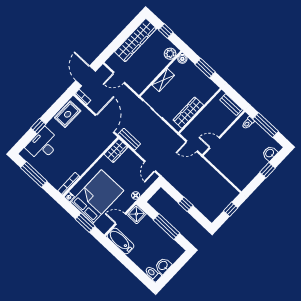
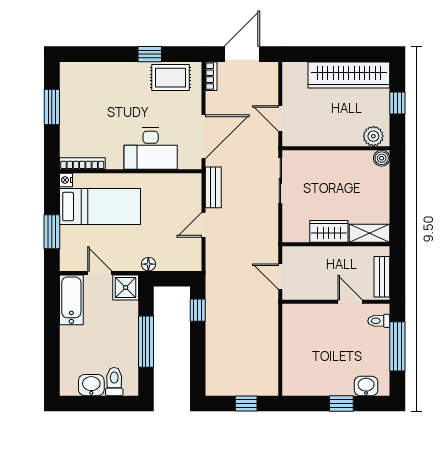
window: (205, 68) -> (397, 199), removed
door: (119, 78) -> (280, 119), moved
shelving: (163, 80) -> (370, 233), moved
wardrobe: (188, 113) -> (329, 231), width x0.67
window: (38, 126) -> (150, 54), moved
door: (214, 143) -> (350, 302), moved
desk: (43, 145) -> (151, 148), moved, turned 180
wardrobe: (116, 151) -> (182, 184), removed
door: (150, 166) -> (204, 225), moved
window: (34, 174) -> (52, 107), width x0.69
bed: (97, 197) -> (100, 207), width x0.67
window: (186, 204) -> (198, 310), moved
toilet: (153, 274) -> (114, 382), moved

